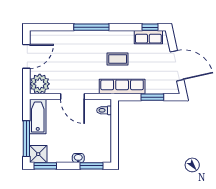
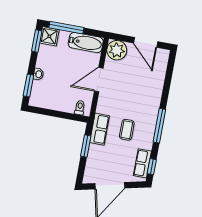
window: (91, 27) -> (159, 126), moved
row of seats: (122, 87) -> (99, 129), width x0.68
window: (152, 97) -> (86, 146), moved

